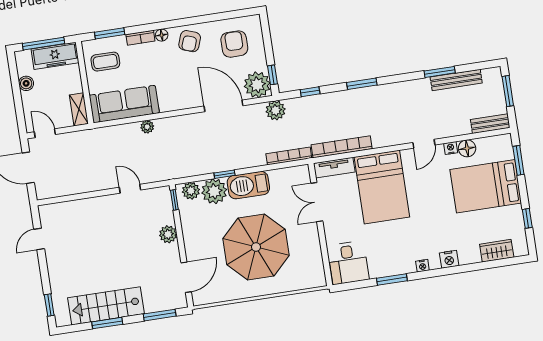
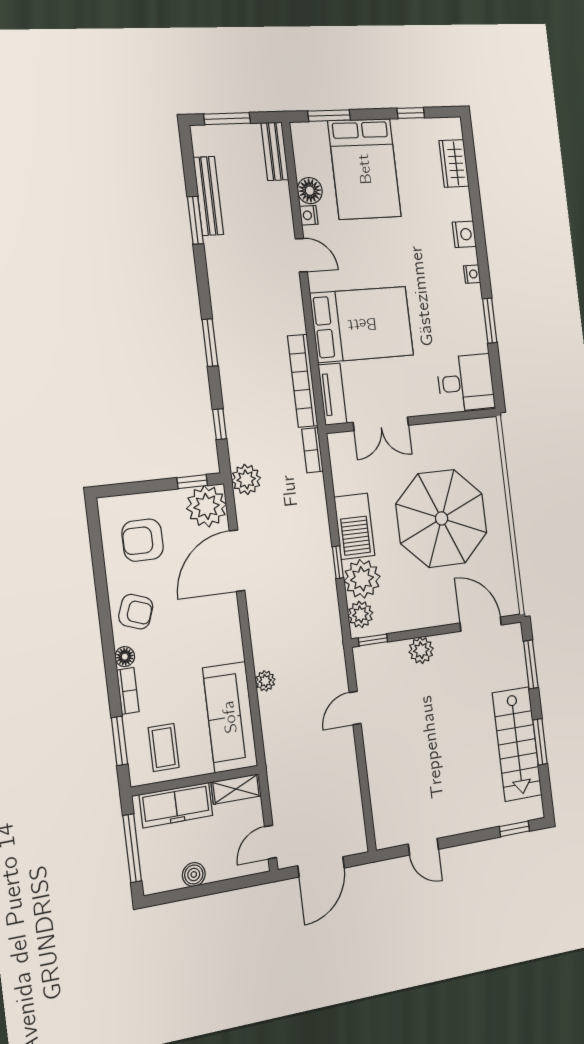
freezer: (55, 56) -> (176, 805), moved, turned 90
bookcase: (289, 156) -> (312, 450), width x0.64

